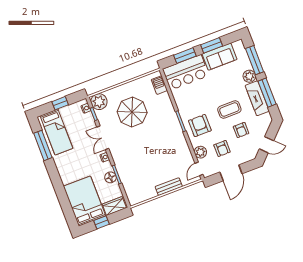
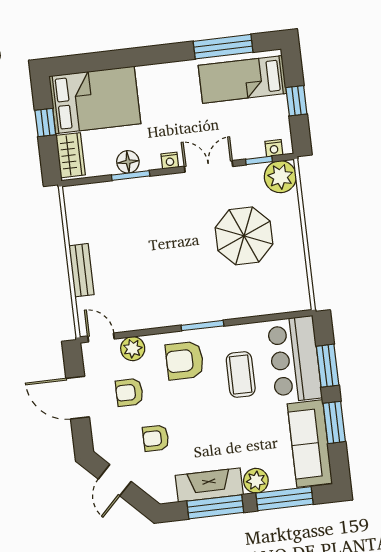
sofa: (220, 57) -> (310, 444), width x1.36
barbecue: (159, 85) -> (283, 302), removed
coffee table: (229, 110) -> (241, 374), moved
armchair: (200, 126) -> (185, 361), turned 180

